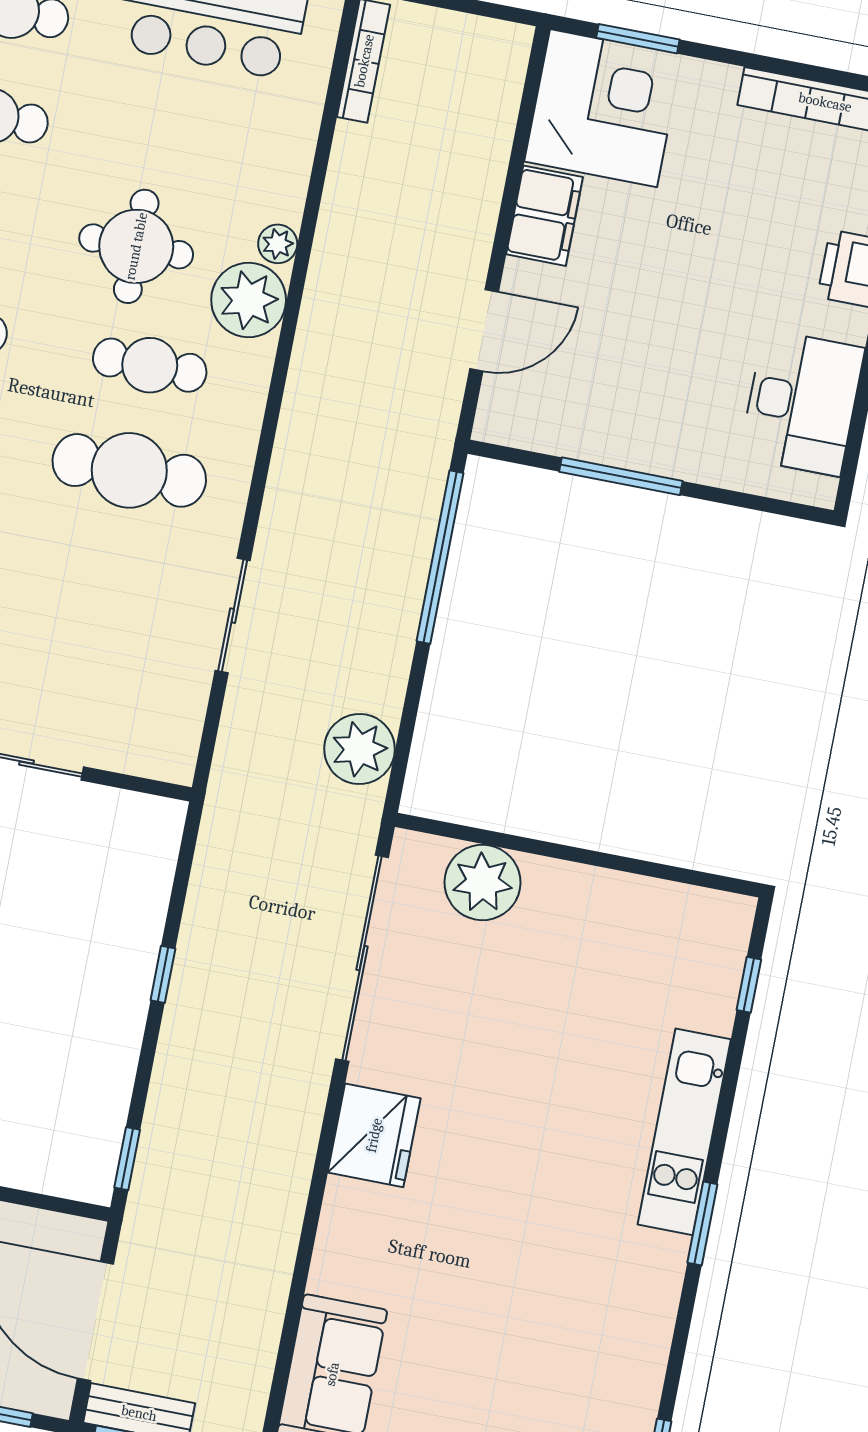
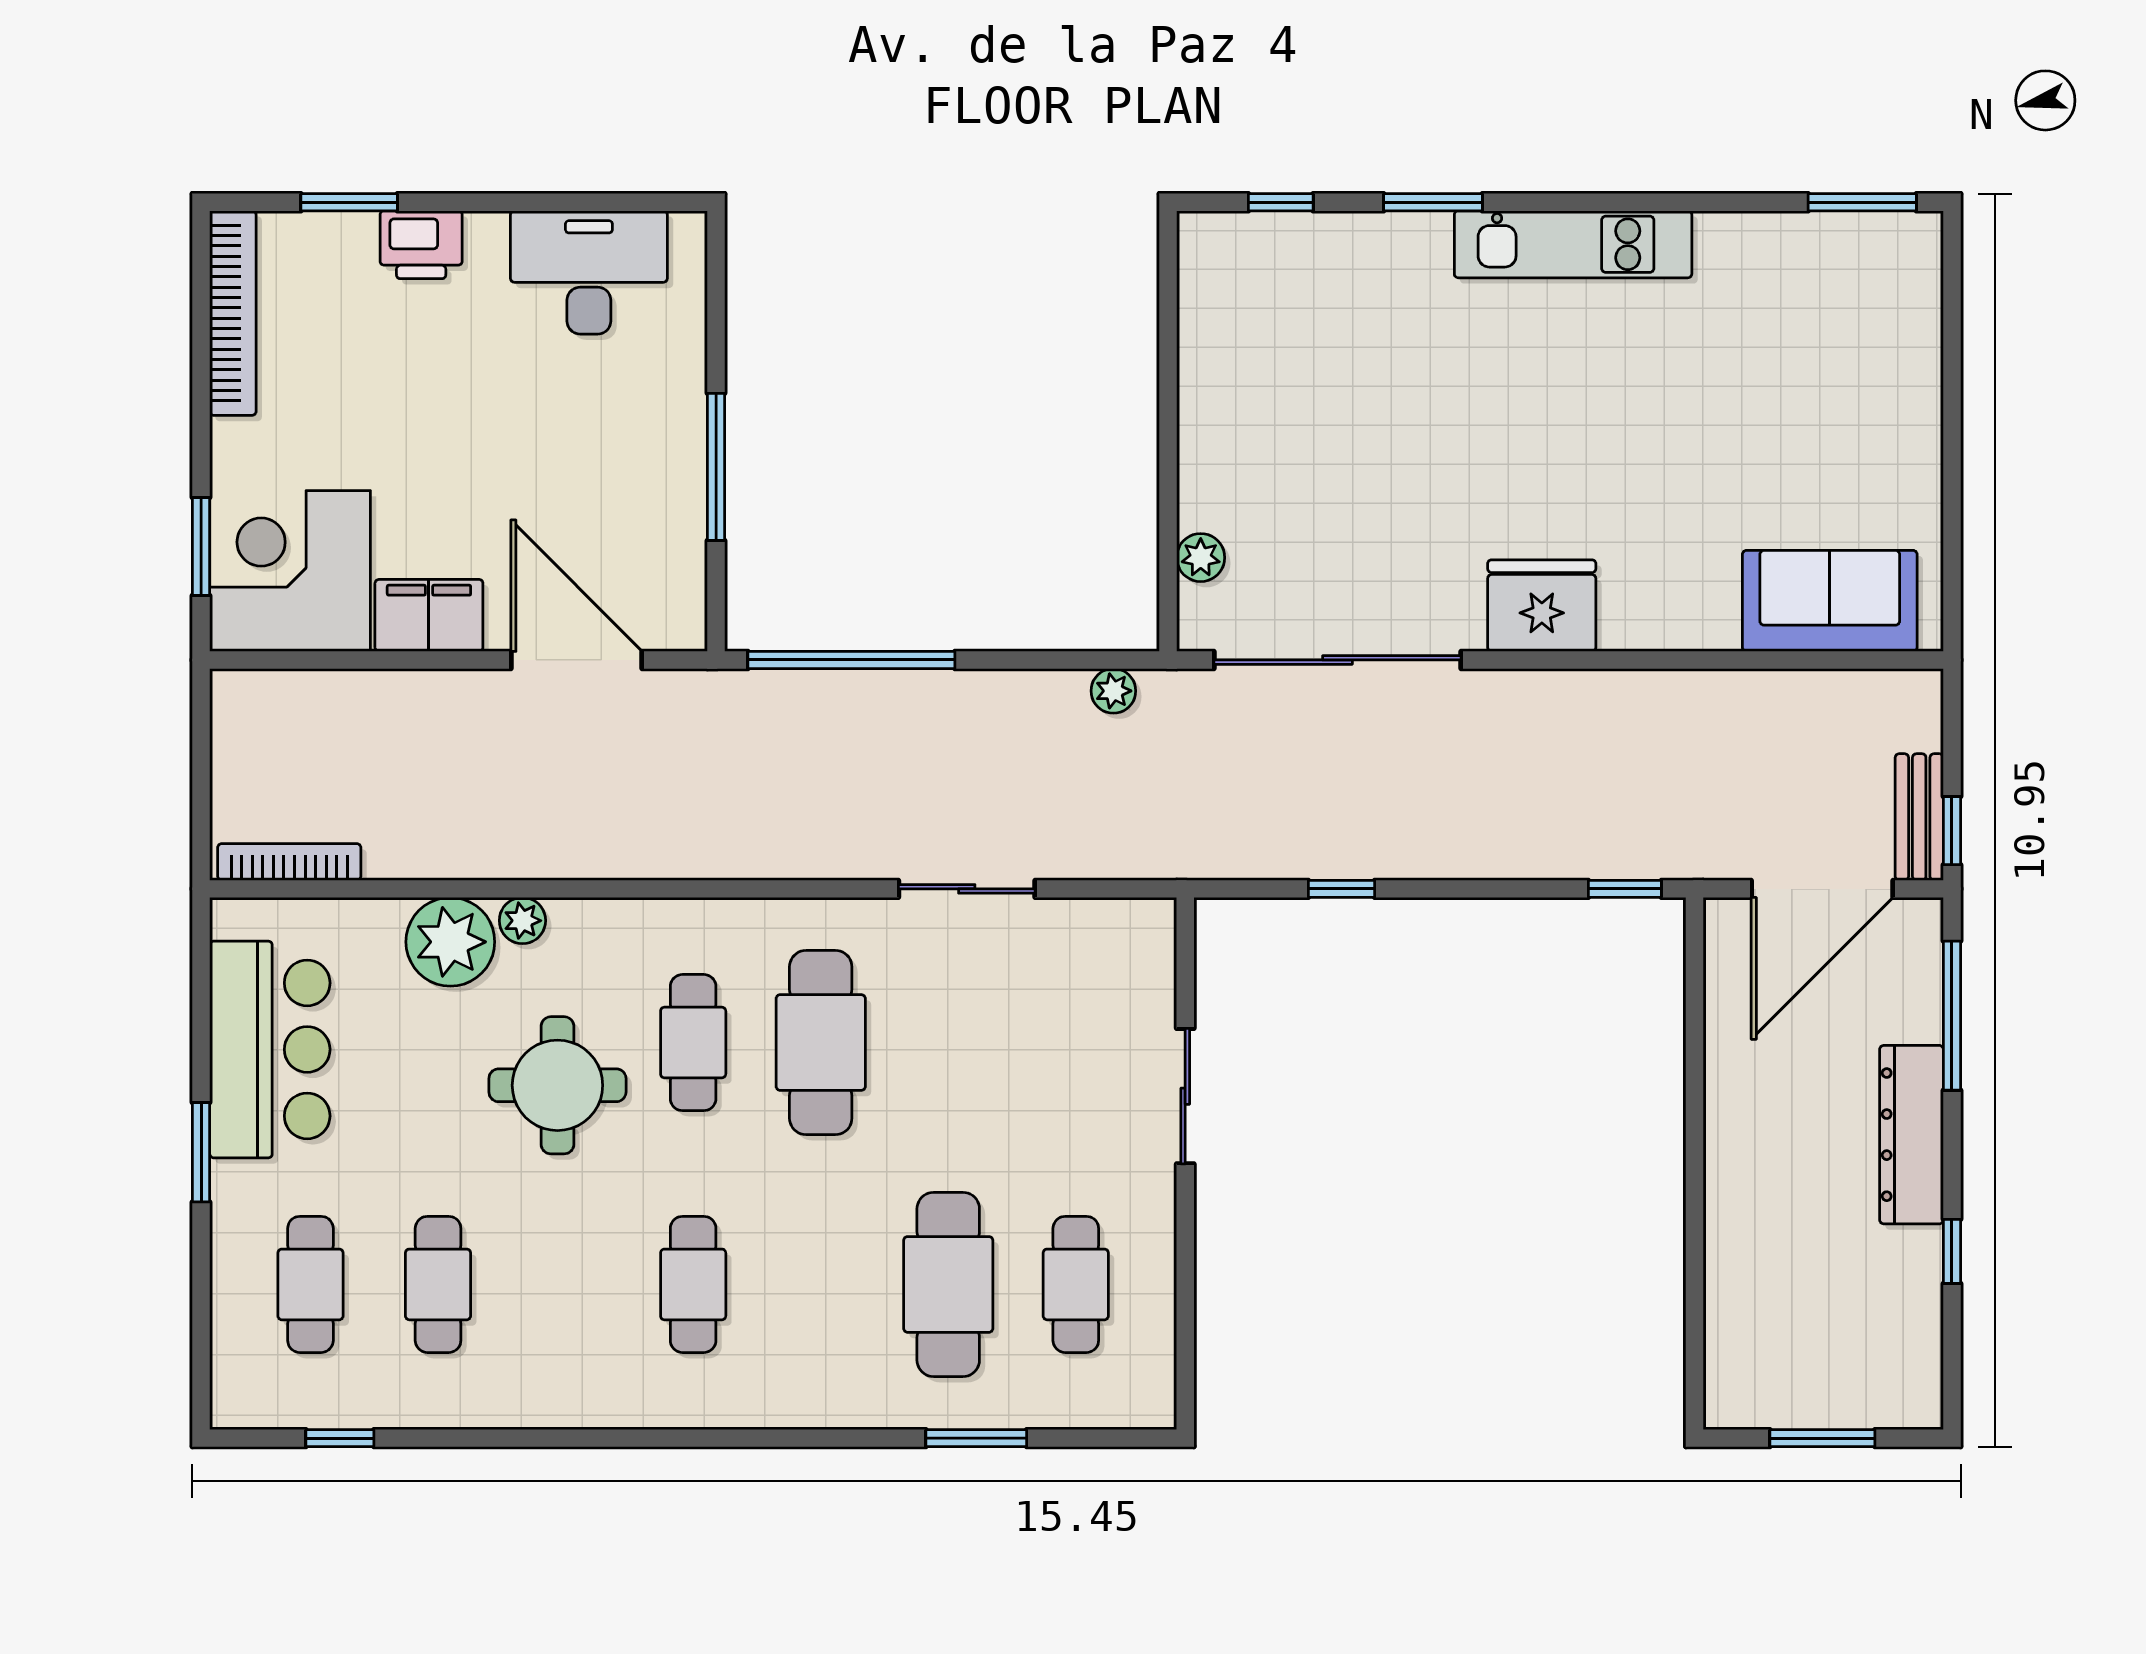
plant: (249, 300) -> (450, 942), moved
door: (484, 330) -> (577, 660), width x1.36
plant: (359, 749) -> (1113, 691), width x0.53, depth x0.53
plant: (482, 882) -> (1201, 558), width x0.53, depth x0.53
window: (163, 974) -> (1342, 889), moved
kitchen unit: (684, 1132) -> (1573, 244), moved
window: (702, 1224) -> (1433, 202), moved

